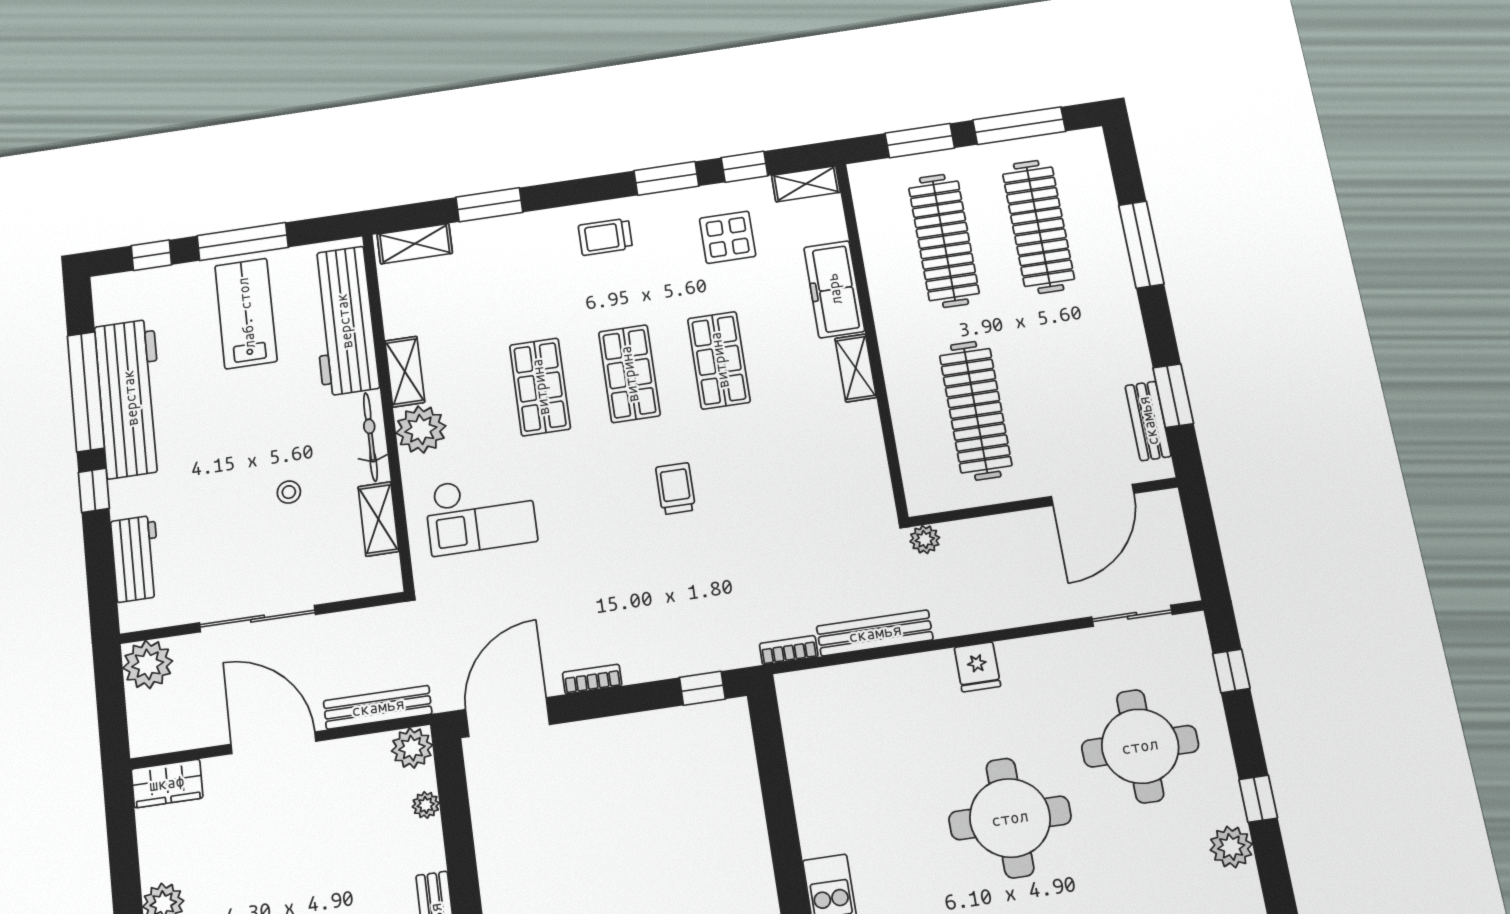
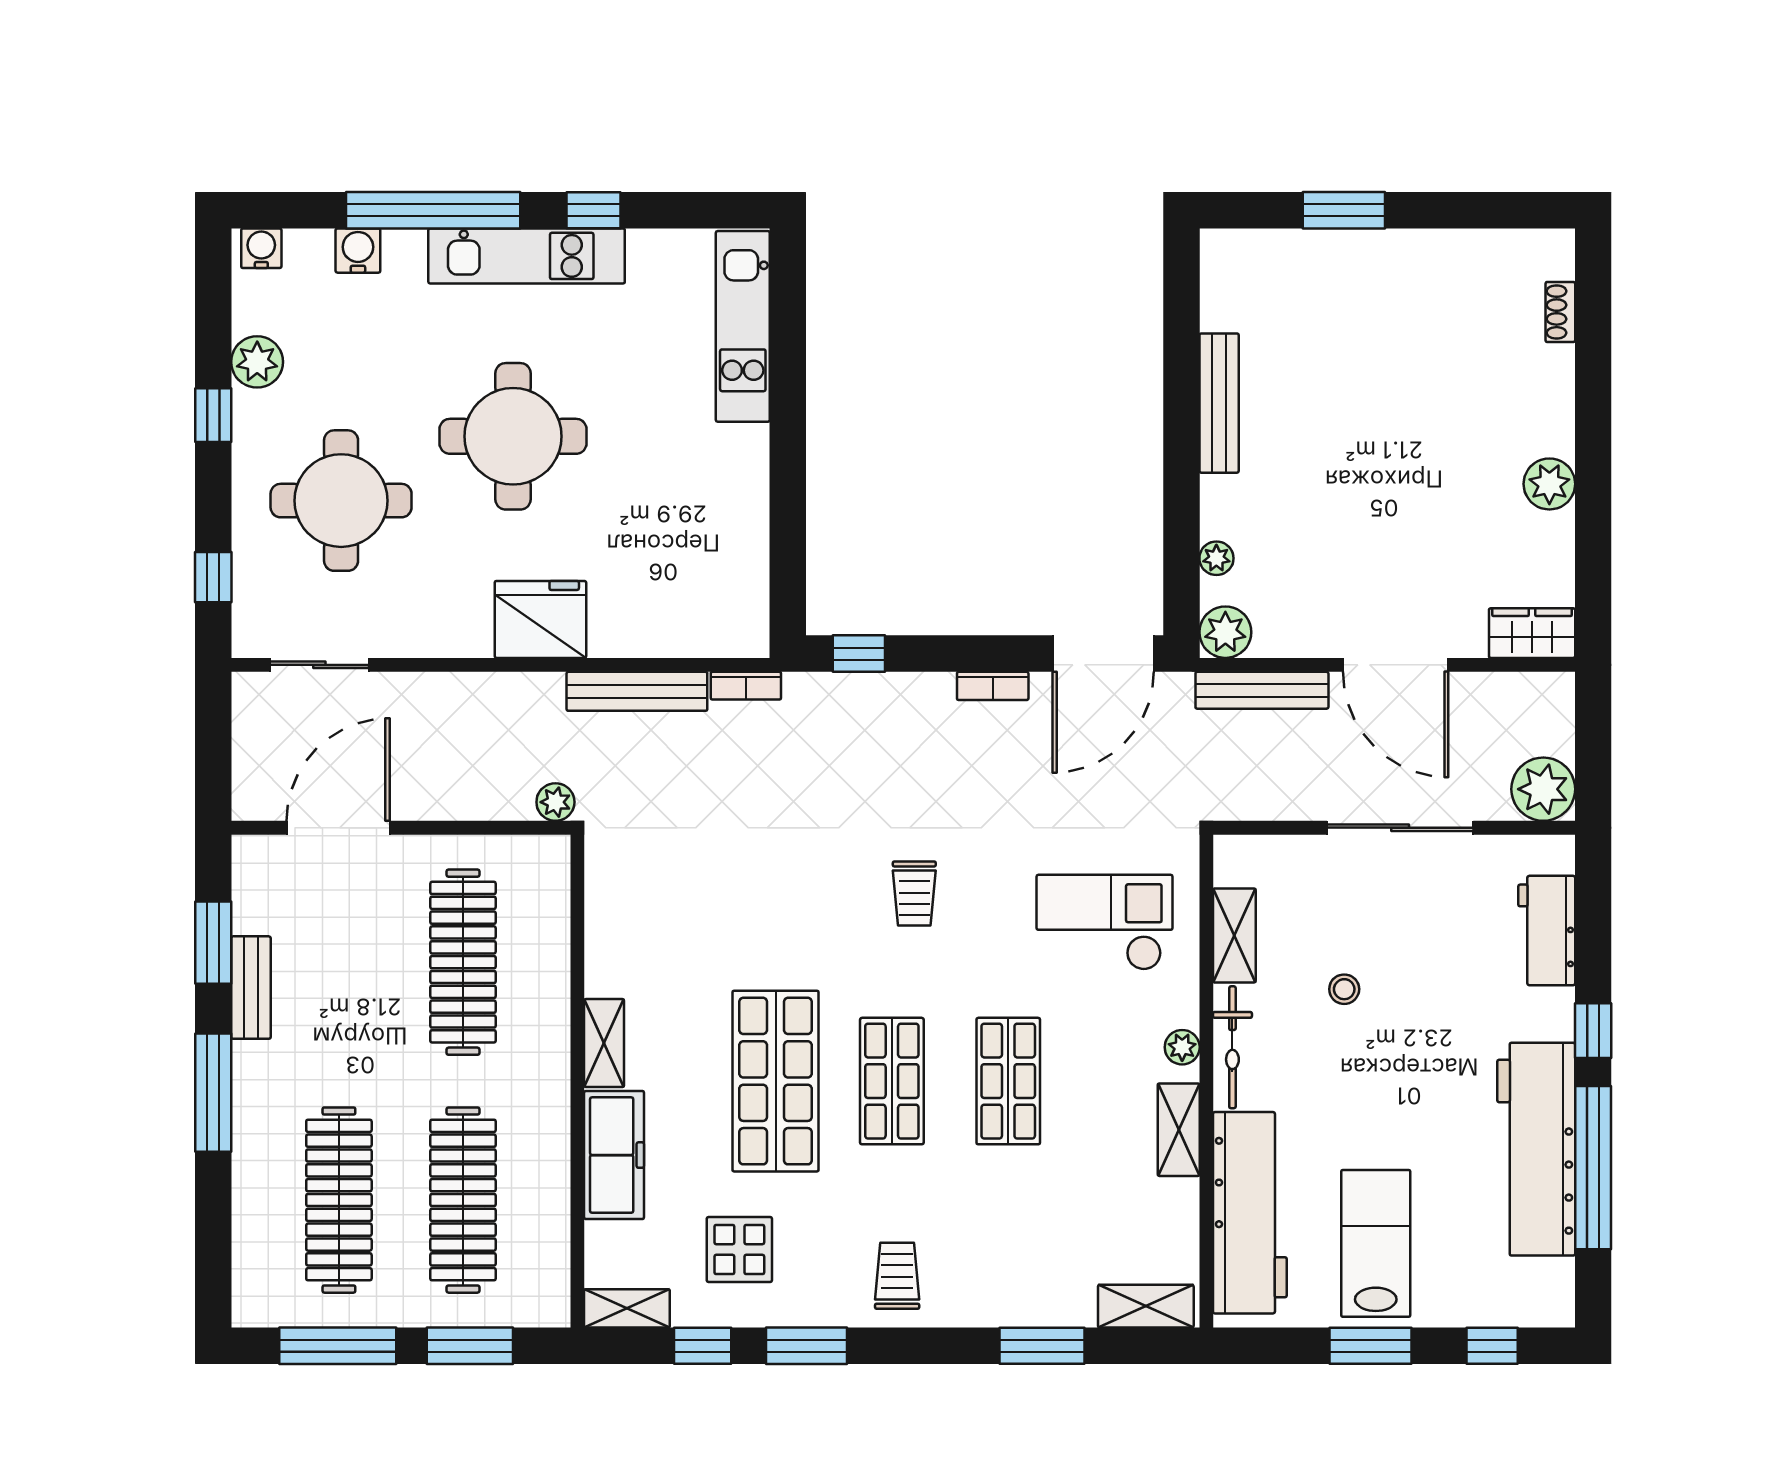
trolley: (605, 237) -> (897, 1276), turned -90
window: (243, 242) -> (1370, 1346), width x0.69
window: (1141, 245) -> (213, 1093), moved
lab bench: (246, 313) -> (1376, 1243), turned 180
shop shelf: (719, 360) -> (776, 1081), width x1.43, depth x1.36
bench: (1148, 421) -> (251, 988), moved
plant: (421, 430) -> (1182, 1047), width x0.53, depth x0.53
trolley: (676, 489) -> (914, 894), moved
fridge: (977, 667) -> (540, 619), width x1.88, depth x1.34

